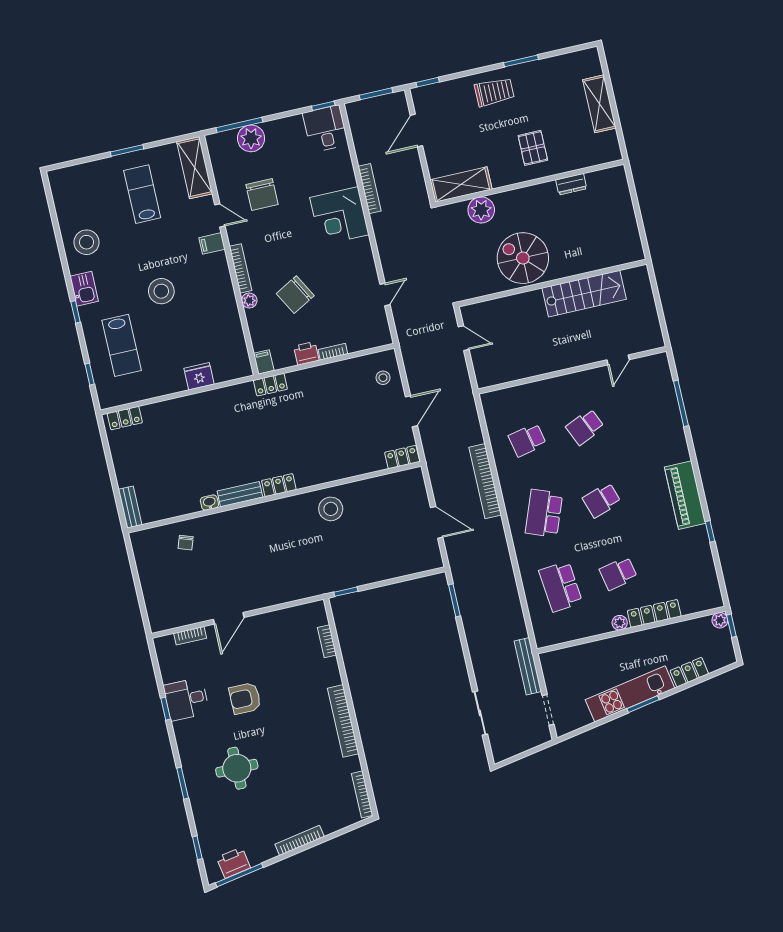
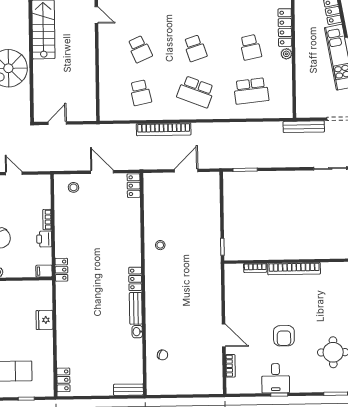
stool: (331, 509) -> (160, 245), width x0.53, depth x0.53
bookcase: (343, 721) -> (294, 269), moved

